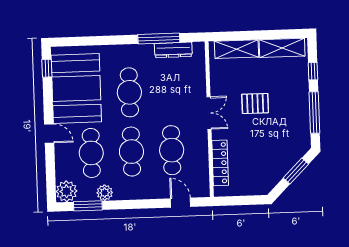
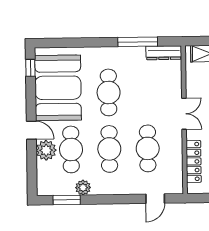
dresser: (173, 50) -> (164, 53), moved
plant: (66, 191) -> (46, 150), moved
door: (181, 203) -> (155, 199), swing flipped

